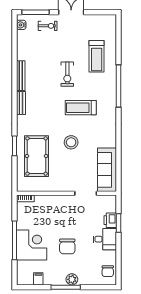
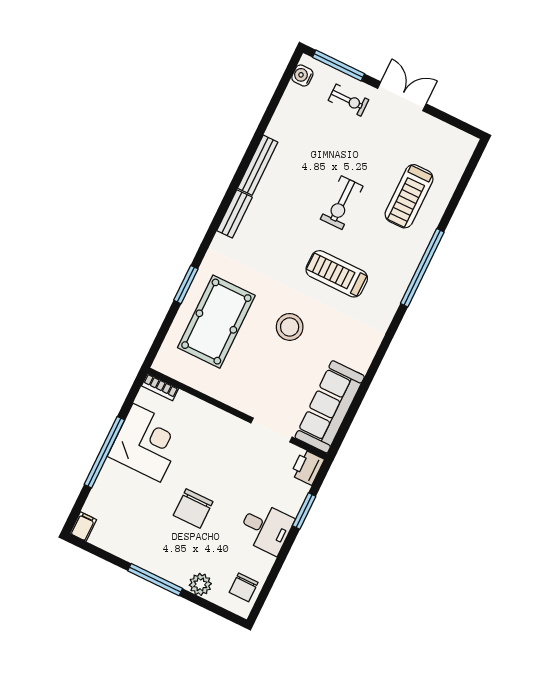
printer: (110, 220) -> (307, 467), moved
corner desk: (32, 245) -> (147, 443), moved
filing cabinet: (38, 279) -> (83, 526), moved
plant: (72, 279) -> (200, 584), moved

